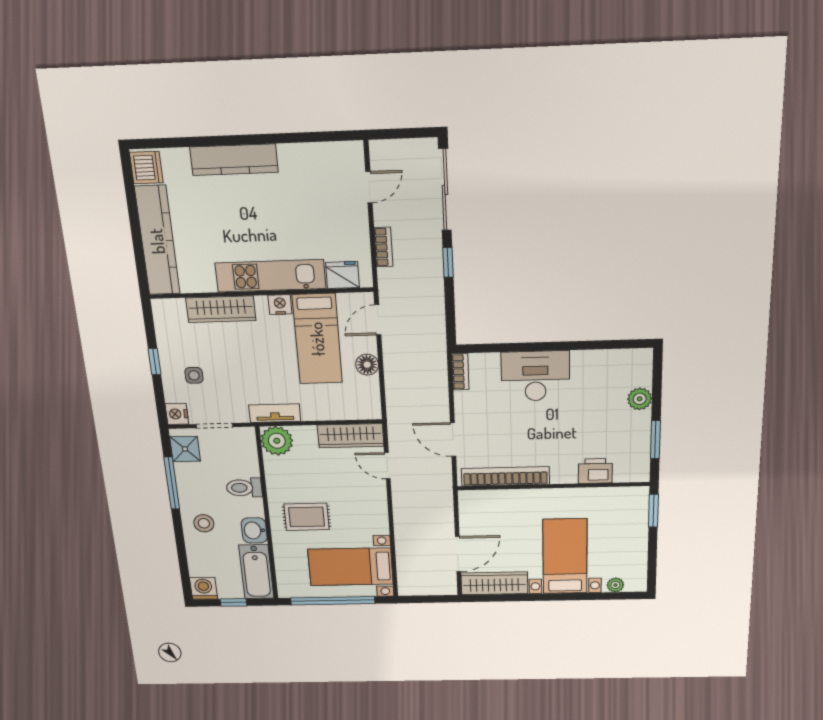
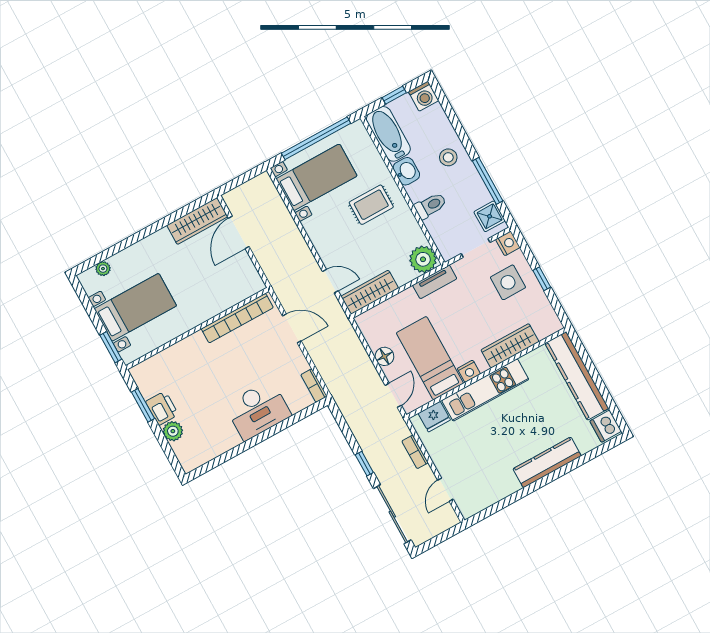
side table: (194, 375) -> (508, 282), width x1.87, depth x1.87
printer: (595, 471) -> (162, 408), moved, turned -90
bed with nightstands: (565, 556) -> (135, 307), moved, turned -90

